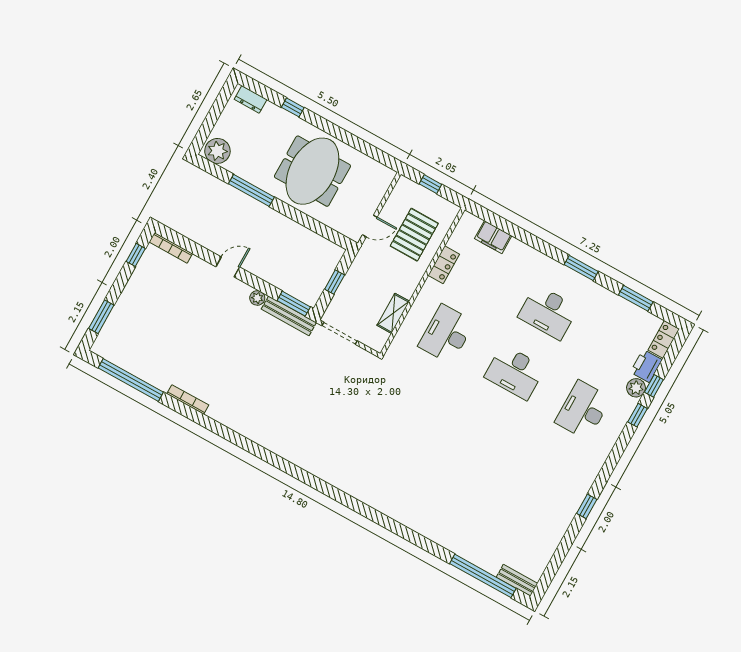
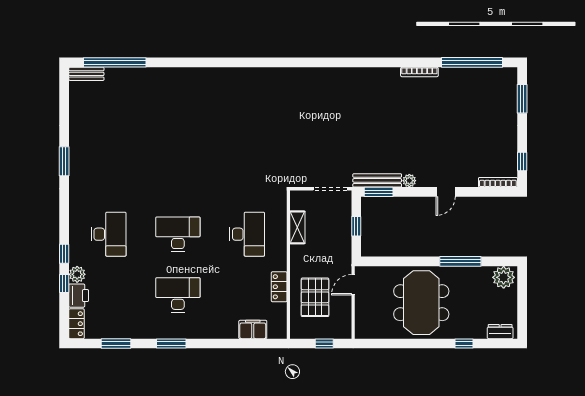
window: (587, 506) -> (64, 161), width x1.50

